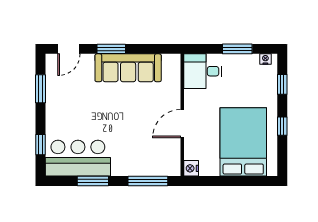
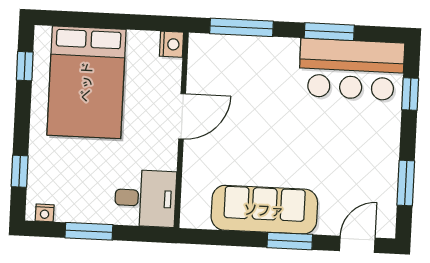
window: (282, 126) -> (25, 66), moved

